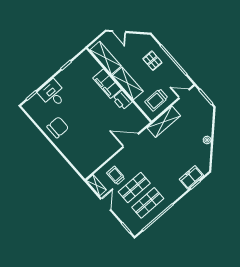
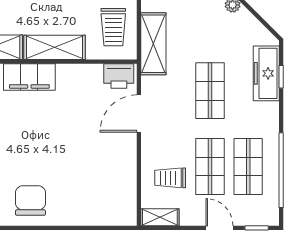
printer: (122, 100) -> (119, 76), moved
shop shelf: (165, 161) -> (210, 91), added
freezer: (191, 177) -> (266, 73), width x1.40
door: (106, 204) -> (219, 228), moved

